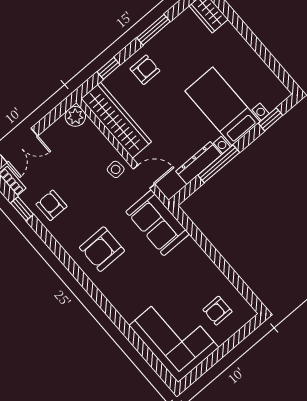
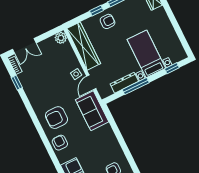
window: (109, 68) -> (96, 11), moved
door: (144, 177) -> (91, 82), swing flipped
armchair: (51, 205) -> (60, 143), moved

